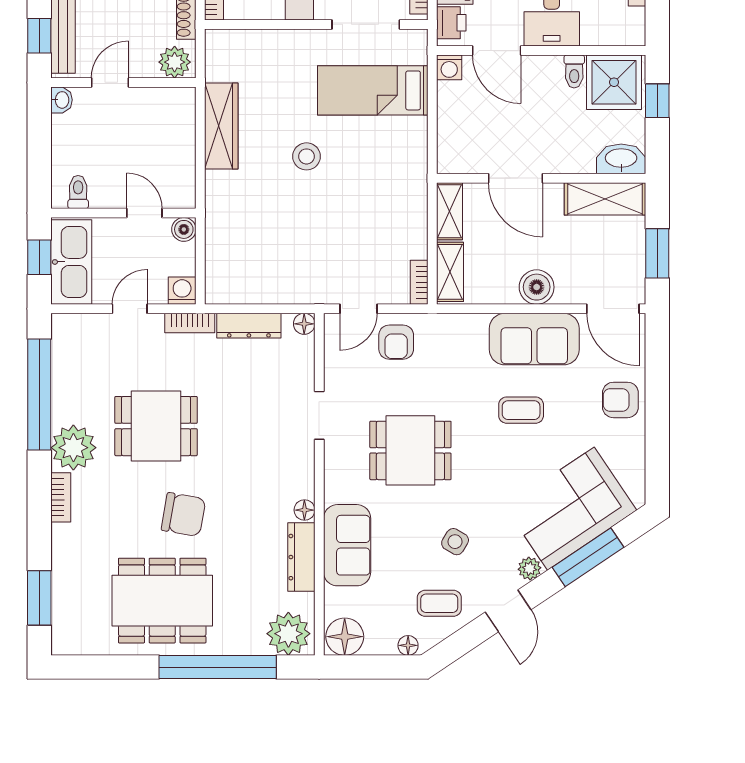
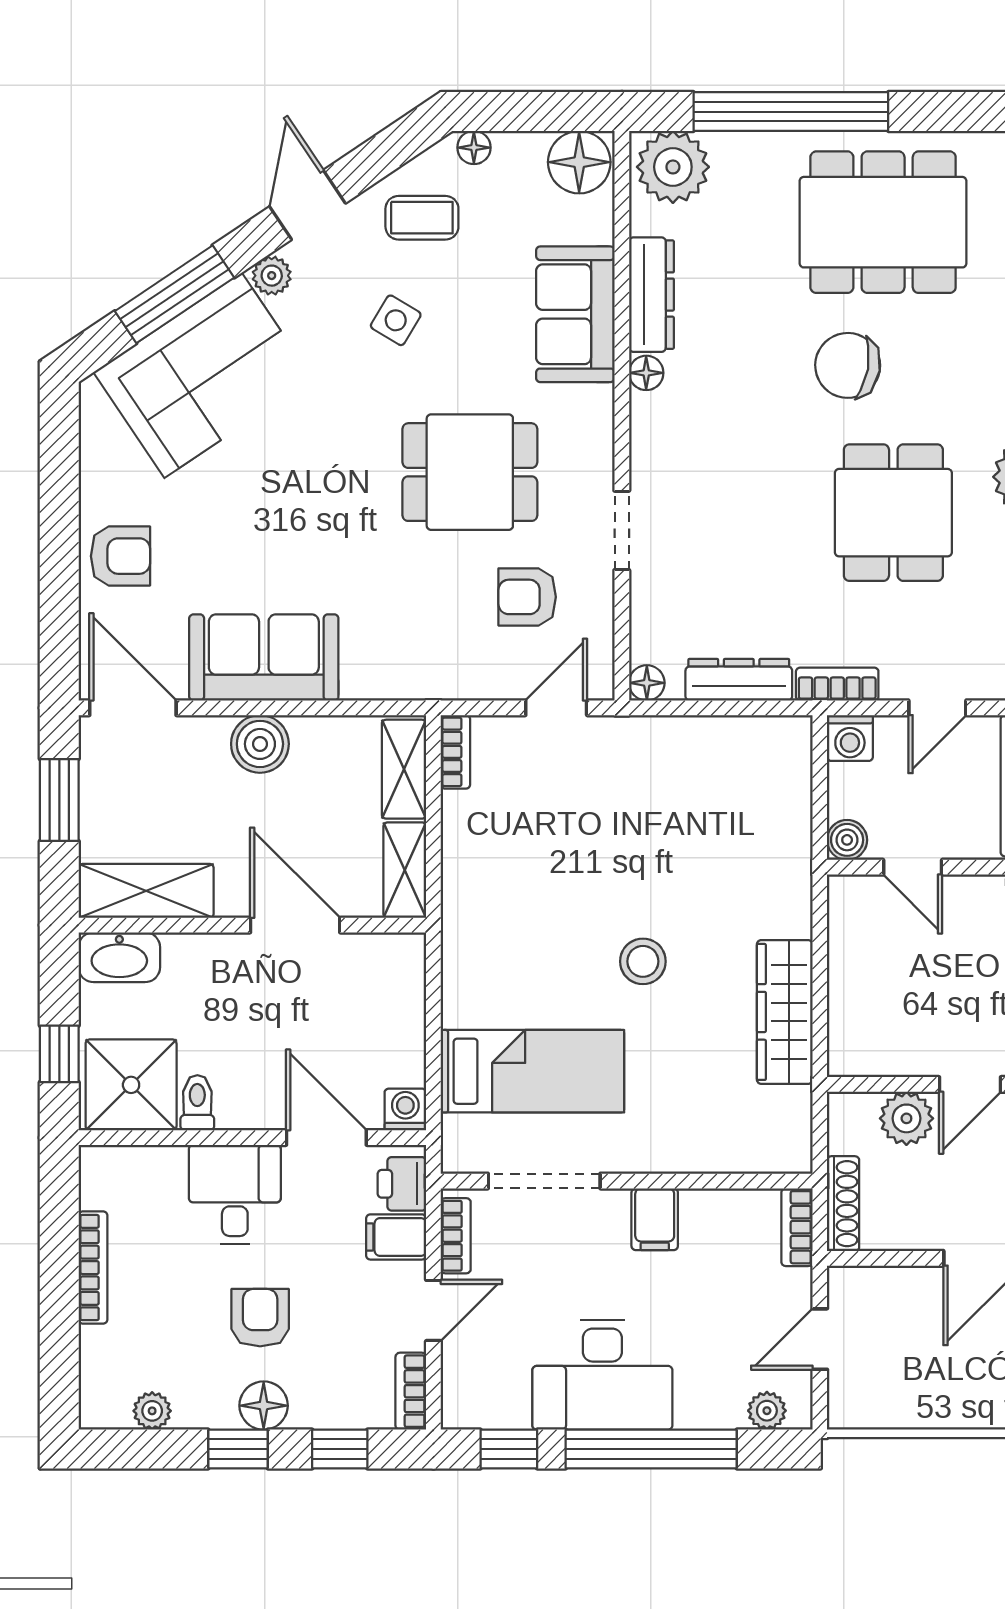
plant: (175, 62) -> (906, 1118), moved
armchair: (396, 342) -> (527, 597), moved, turned -90
coffee table: (521, 410) -> (286, 539), removed
dining table: (156, 426) -> (893, 513), turned 90

